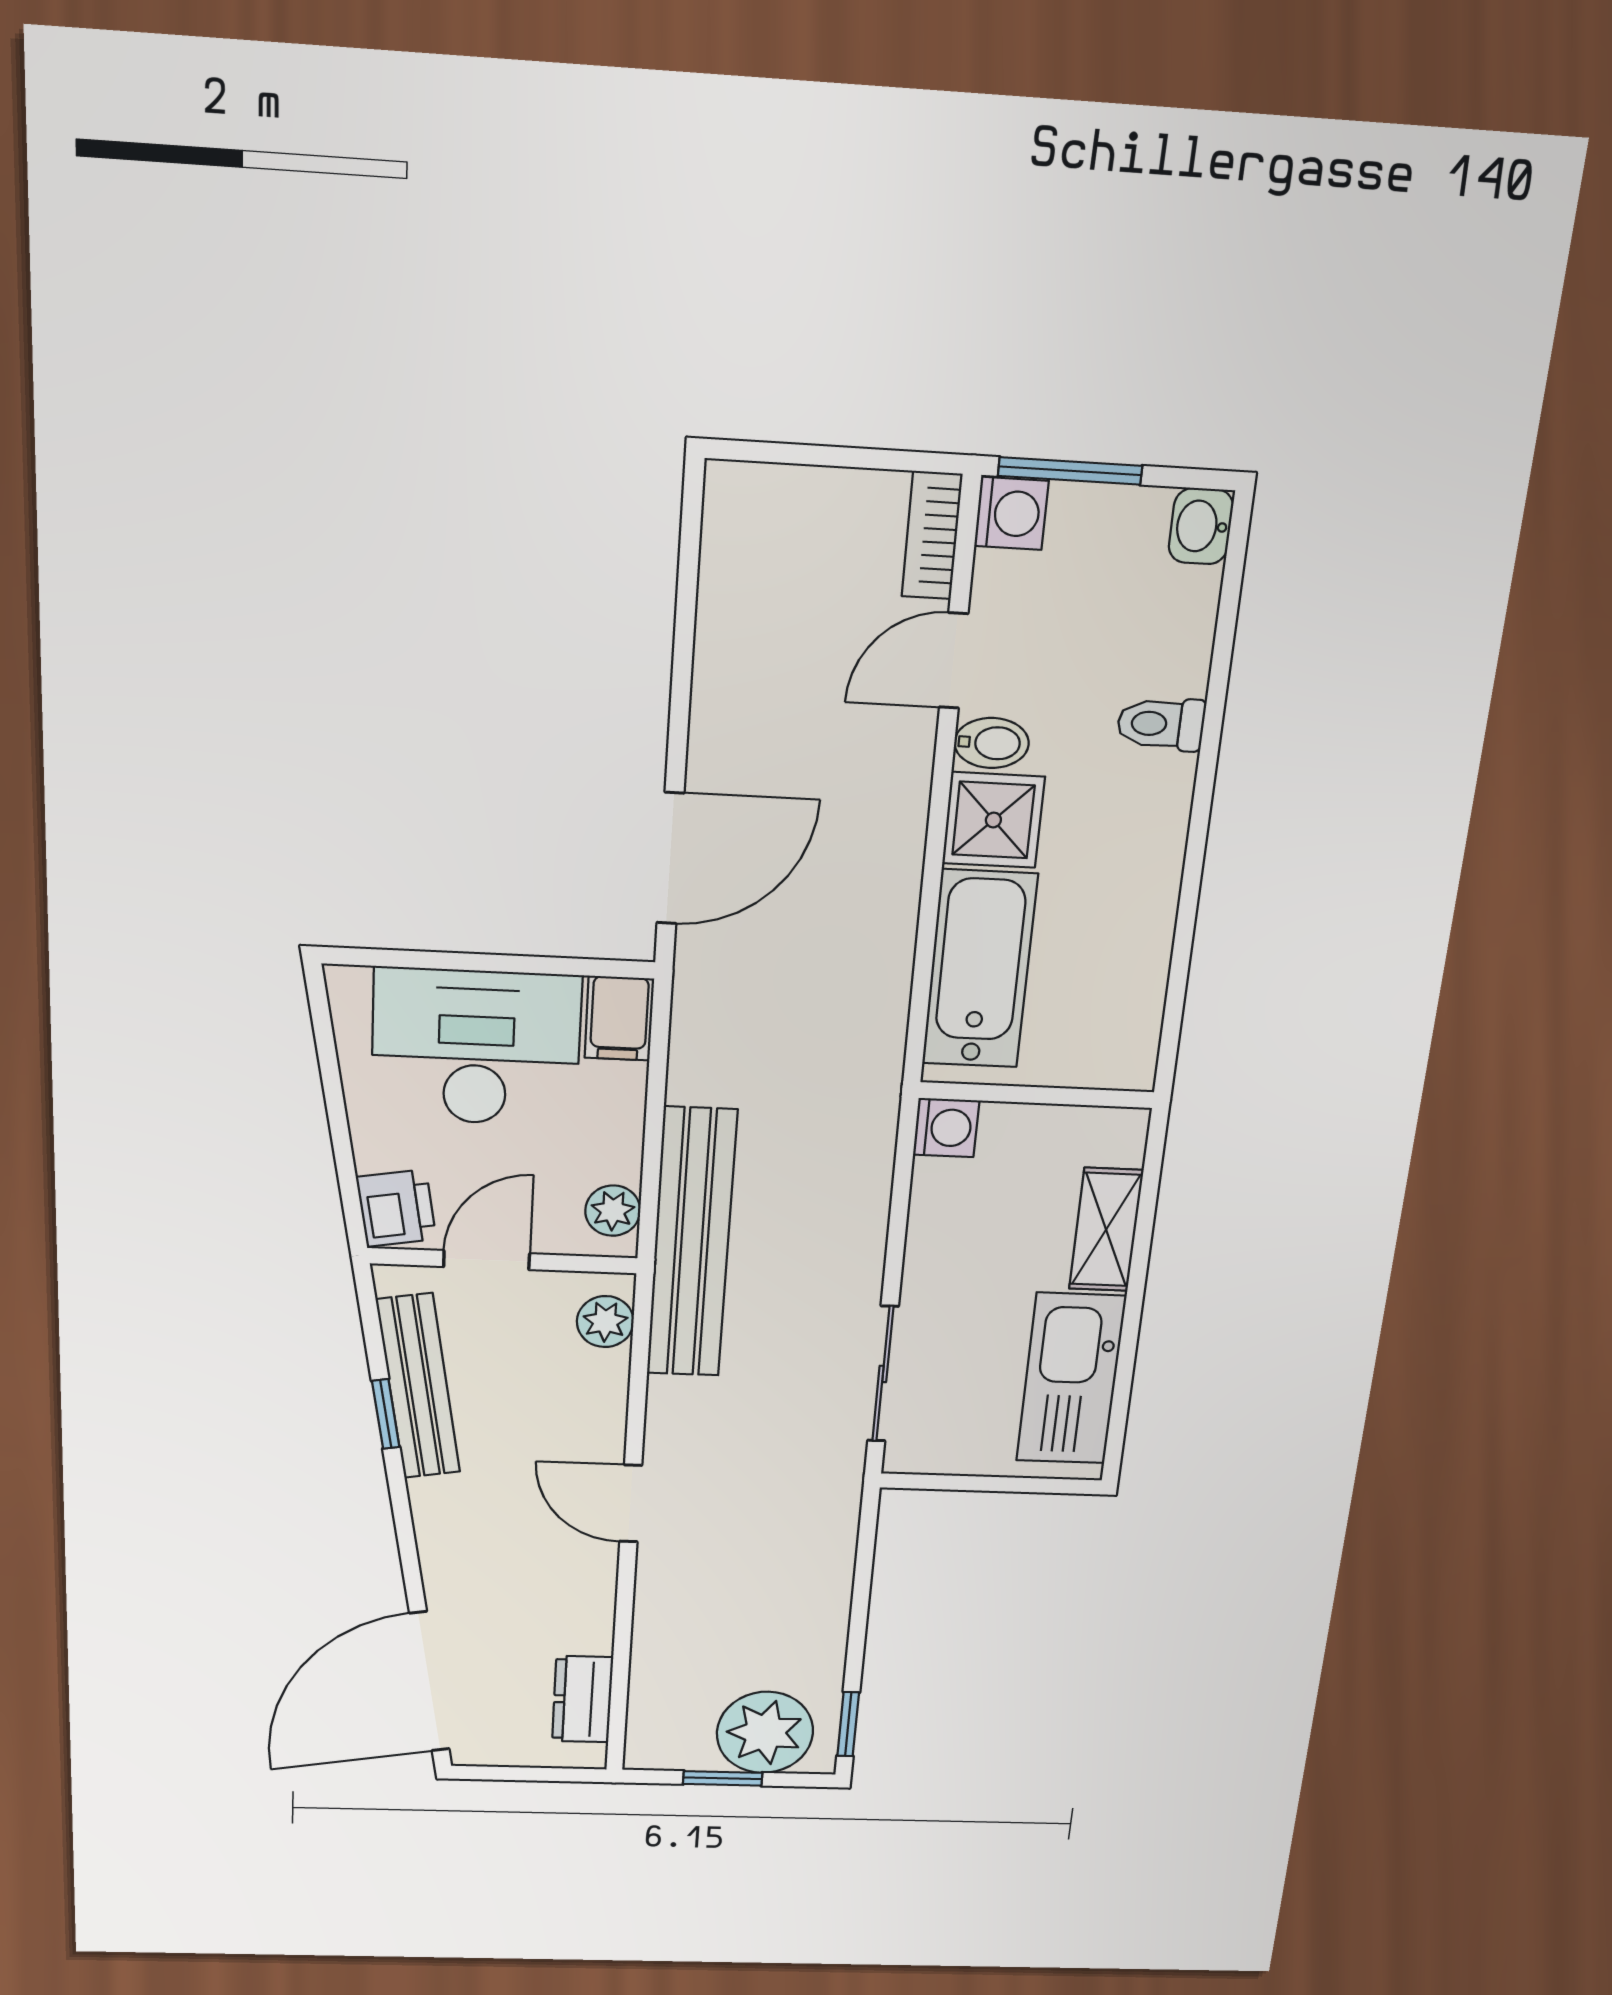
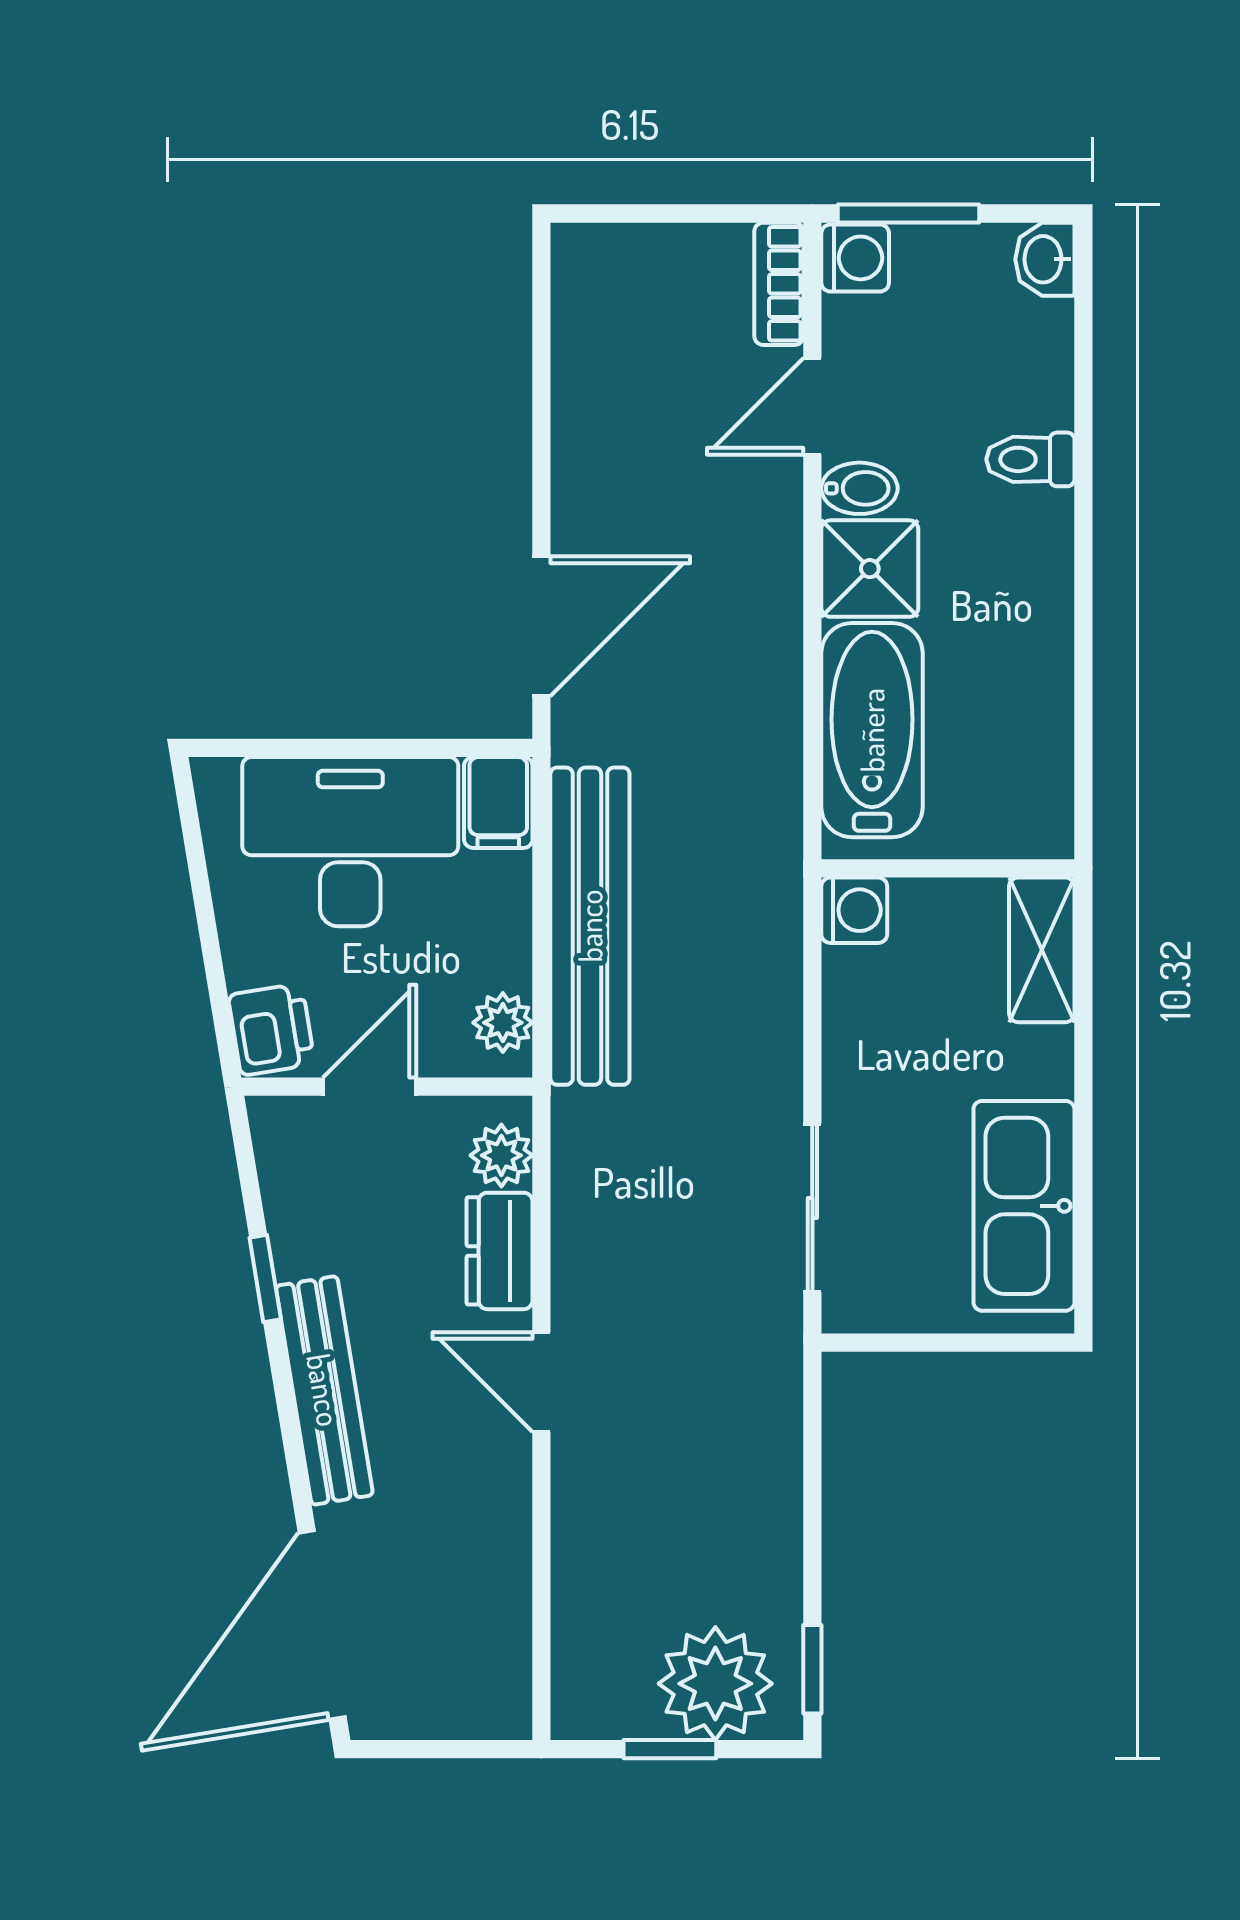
shelving: (1106, 1230) -> (1042, 950), moved
bench: (692, 1243) -> (590, 926), moved
bench: (418, 1386) -> (324, 1390), moved
dresser: (583, 1699) -> (500, 1251), moved

